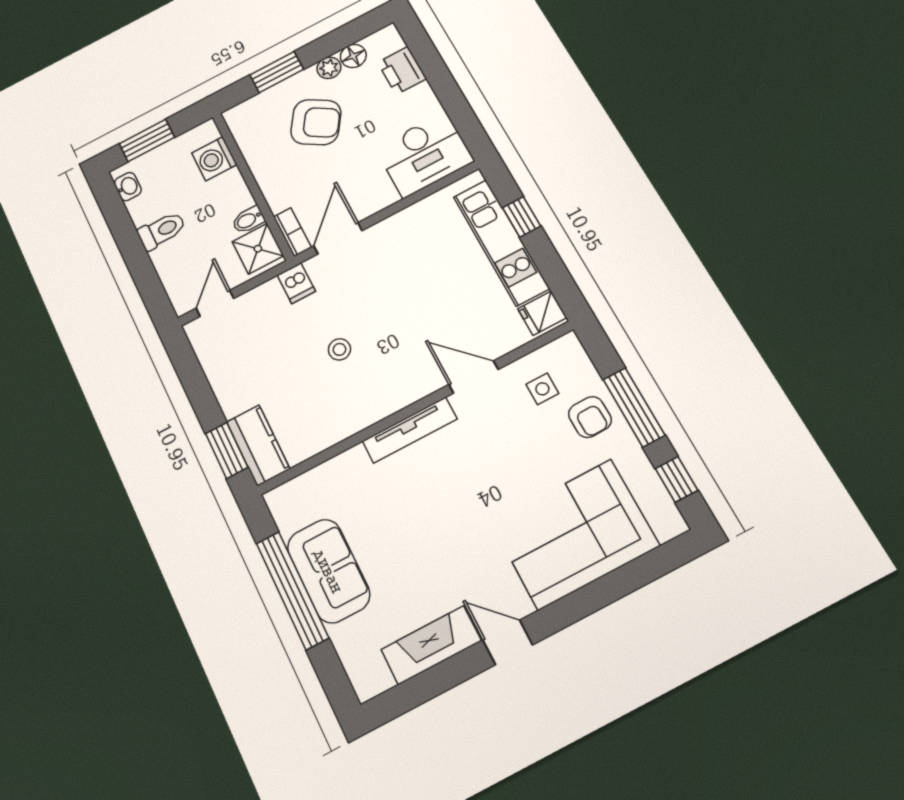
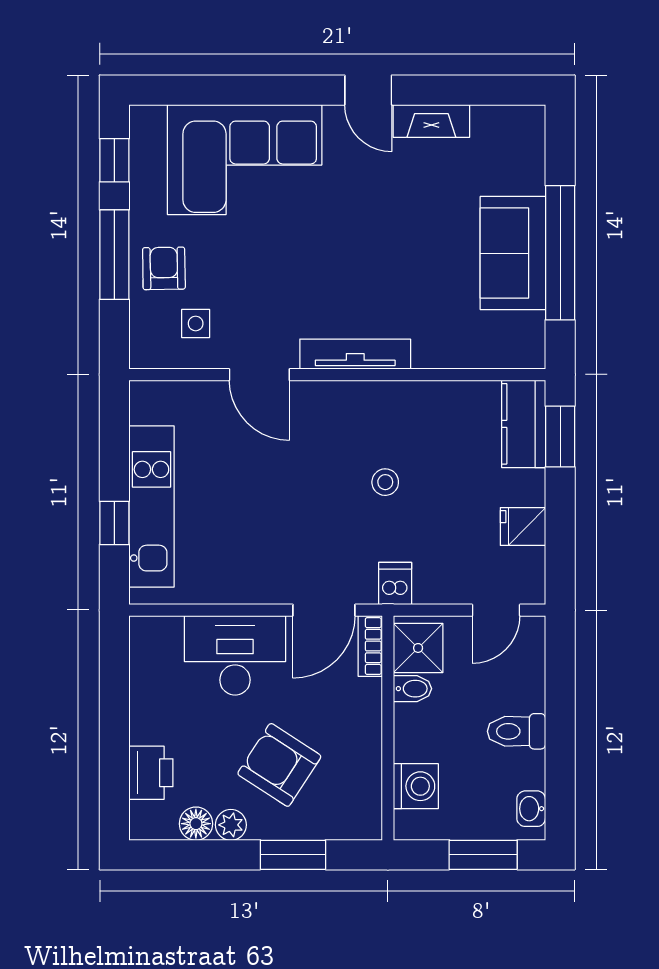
desk: (424, 155) -> (235, 655), moved
fridge: (542, 313) -> (523, 526), moved, turned 180
fireplace: (431, 645) -> (431, 121), width x0.73, depth x0.76

